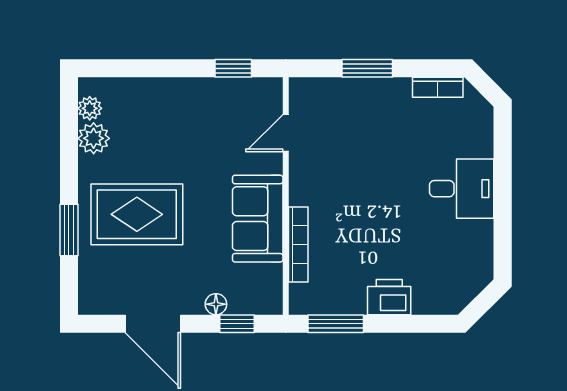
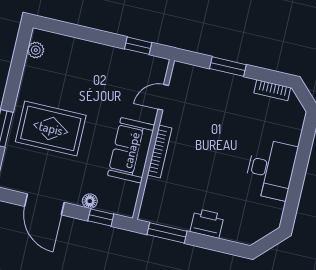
plant: (94, 138) -> (34, 71), removed
desk: (462, 189) -> (271, 169), width x1.37
bookcase: (298, 245) -> (160, 151), moved

